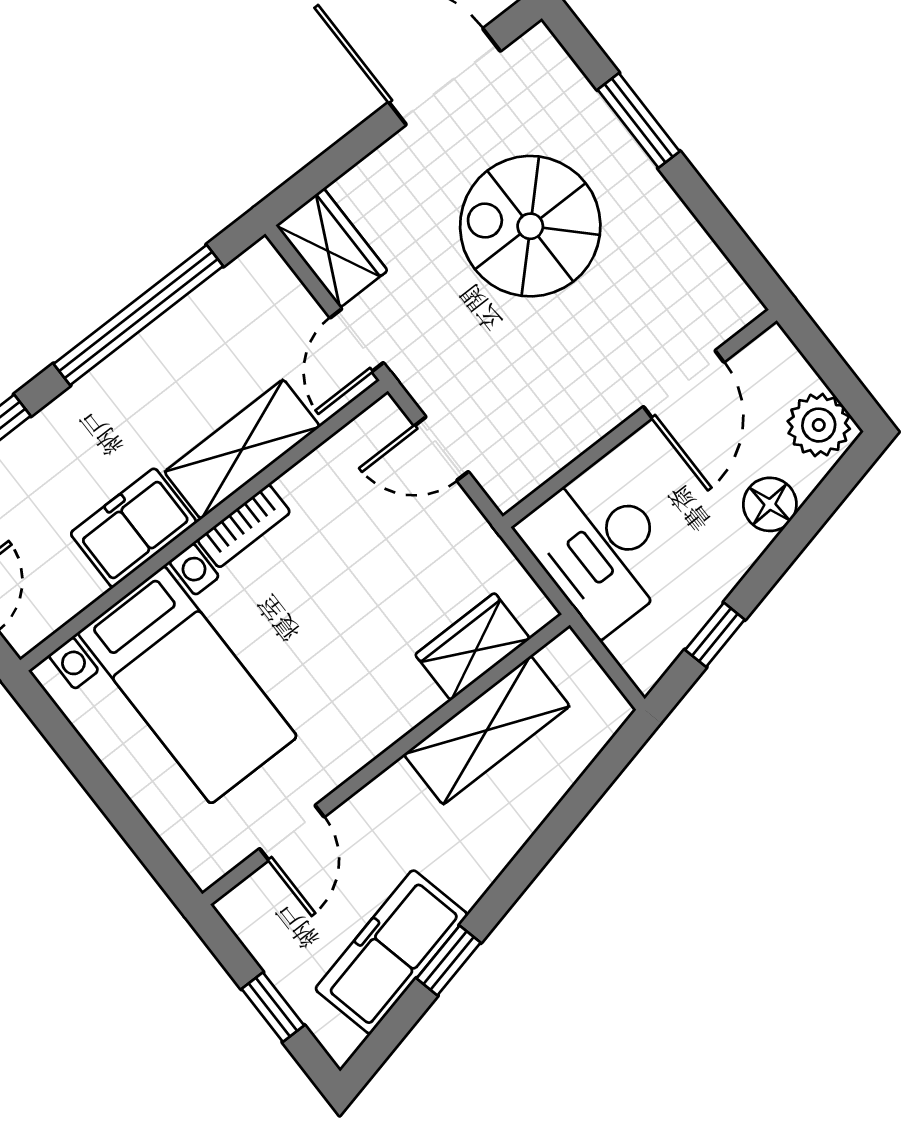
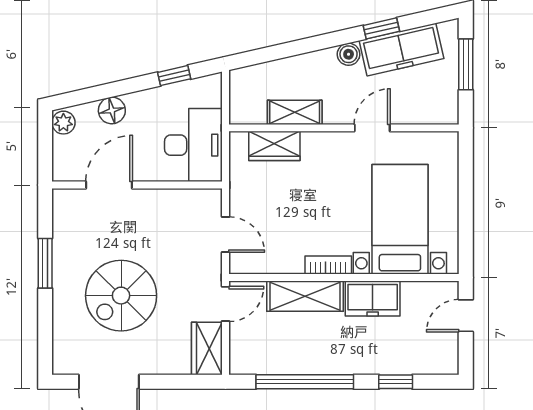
window: (639, 121) -> (45, 263), moved
spiral stairs: (530, 226) -> (121, 296), turned 90
plant: (819, 425) -> (63, 123), width x0.73, depth x0.73
shelving: (487, 730) -> (295, 112), width x0.67, depth x0.75
door: (292, 833) -> (372, 128), moved
boiler: (468, 880) -> (349, 54), added
window: (273, 1007) -> (466, 64), width x1.50

